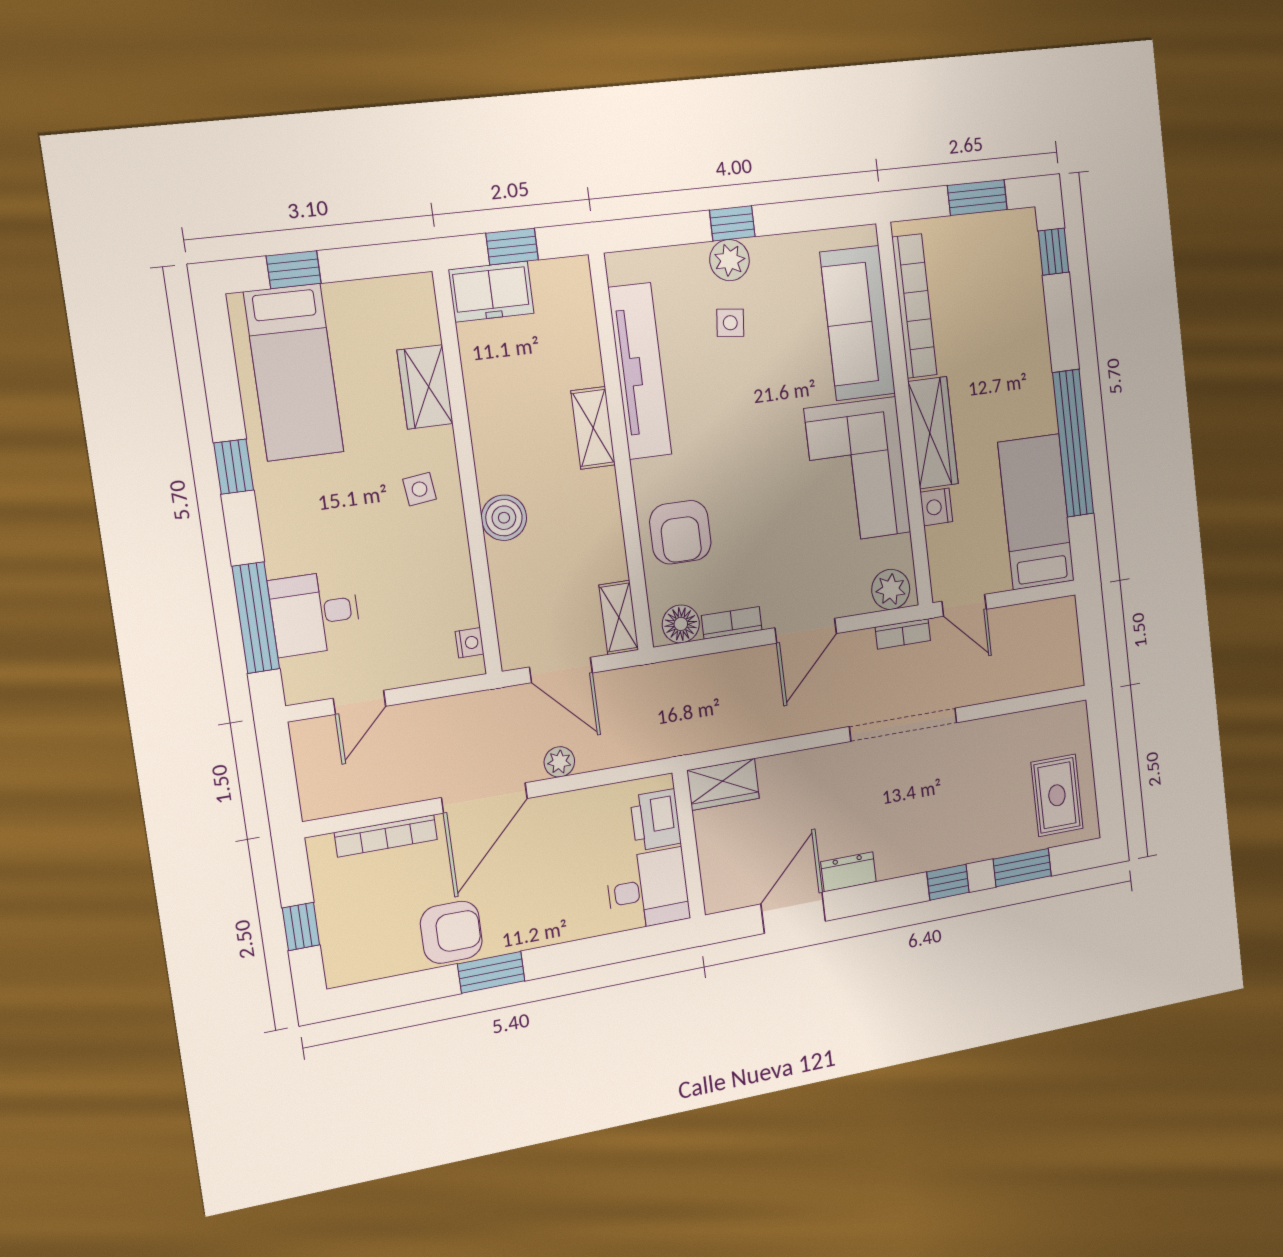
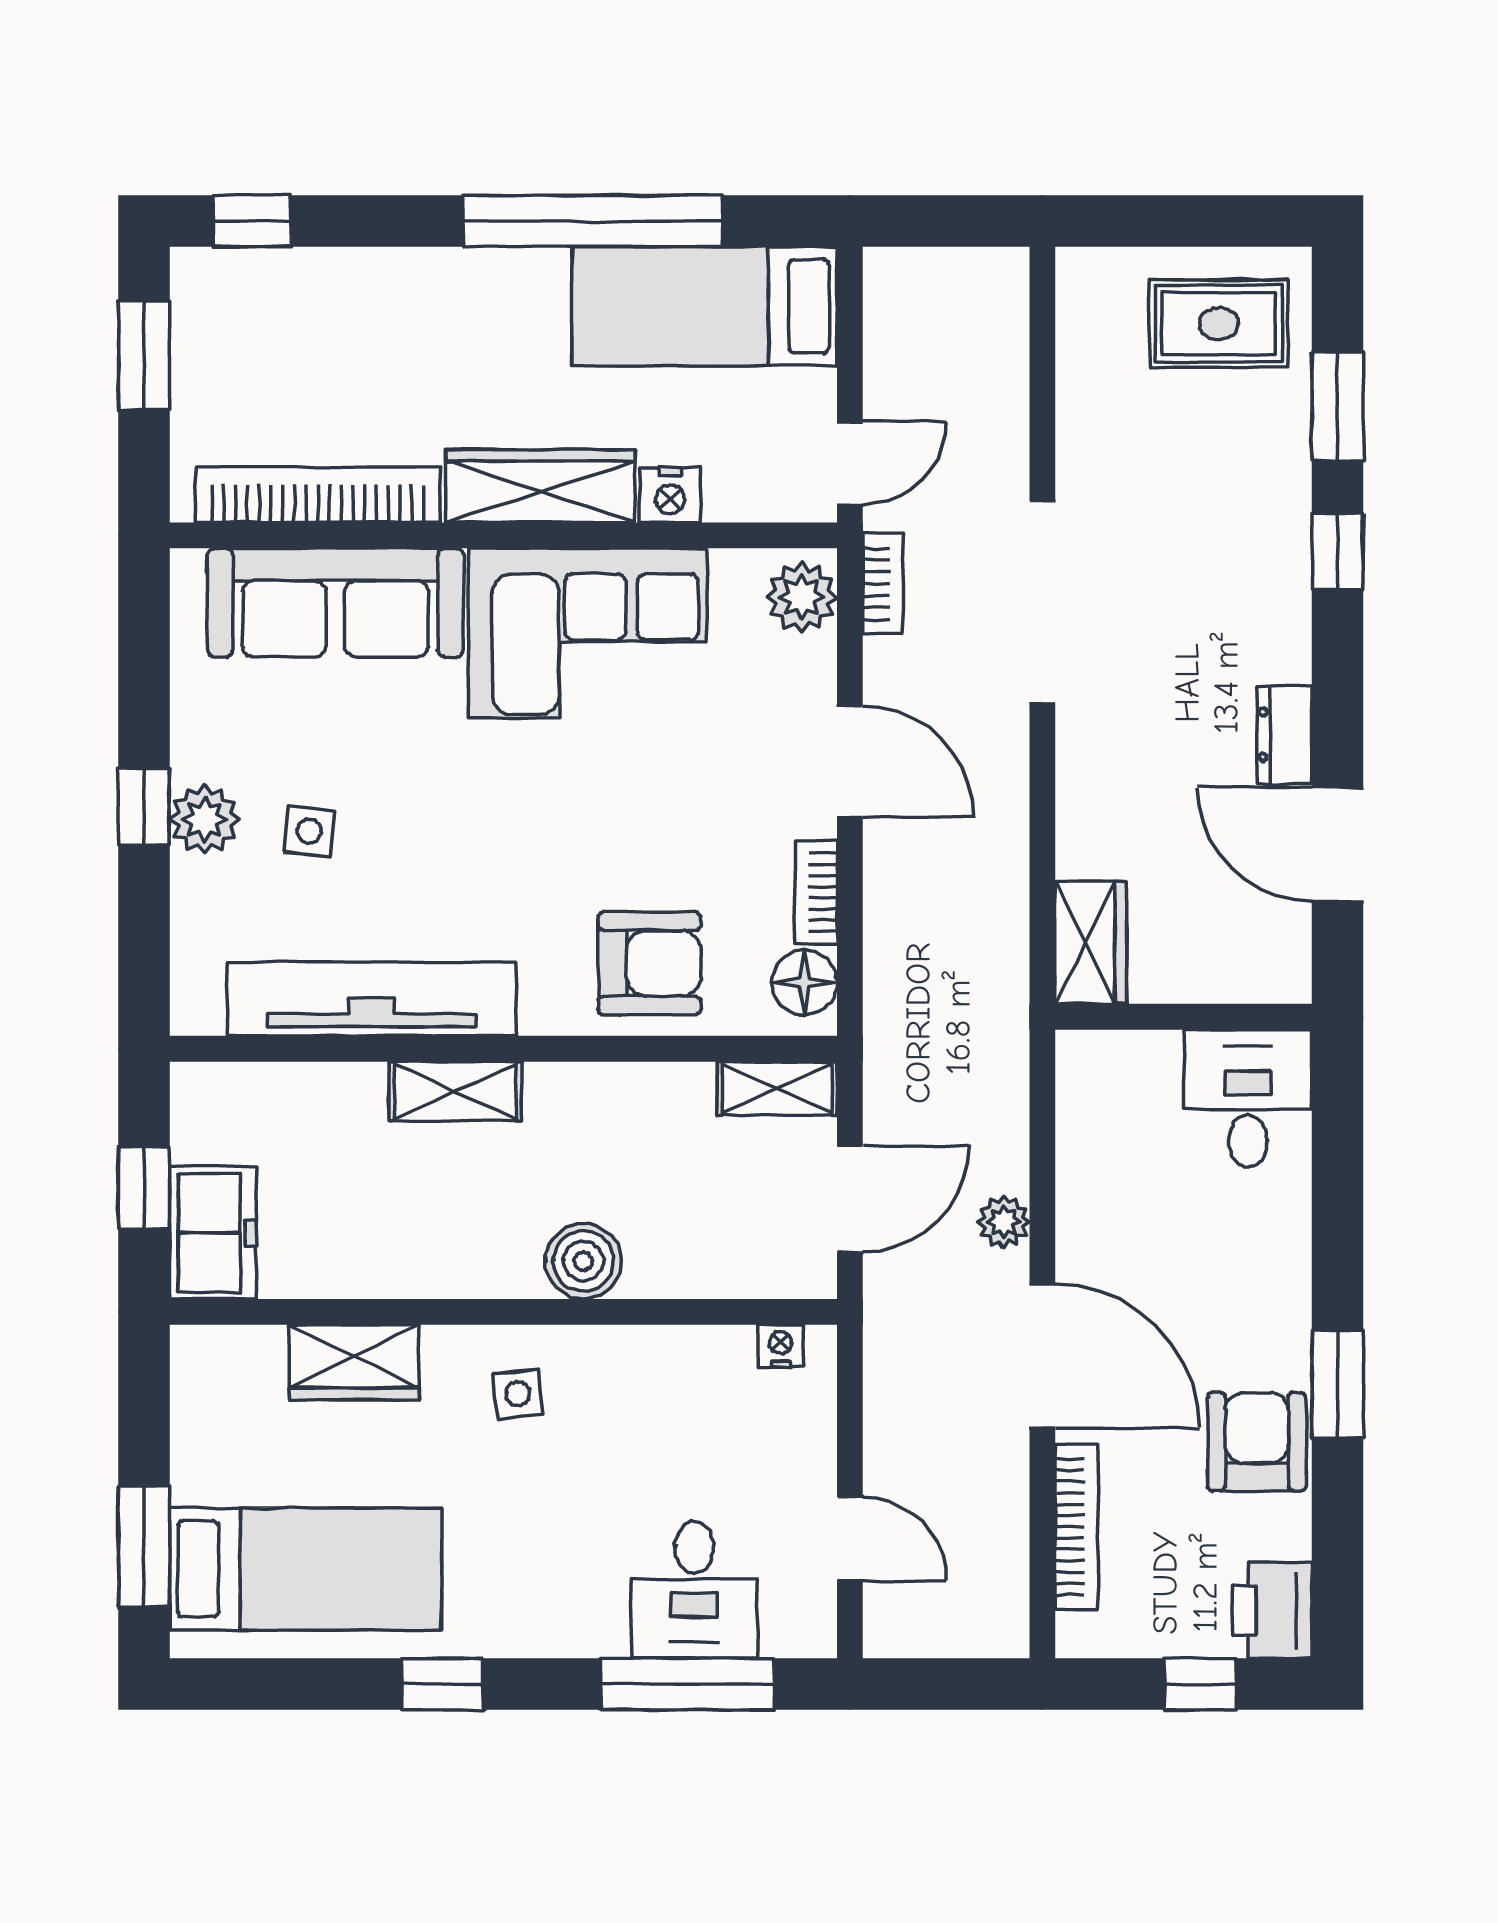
window: (294, 270) -> (144, 1546), width x1.50
printer: (656, 820) -> (1272, 1610), moved, turned 90

